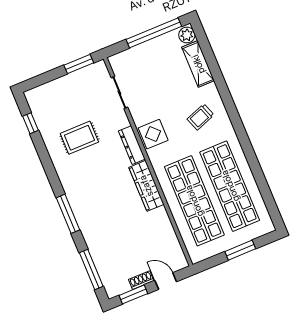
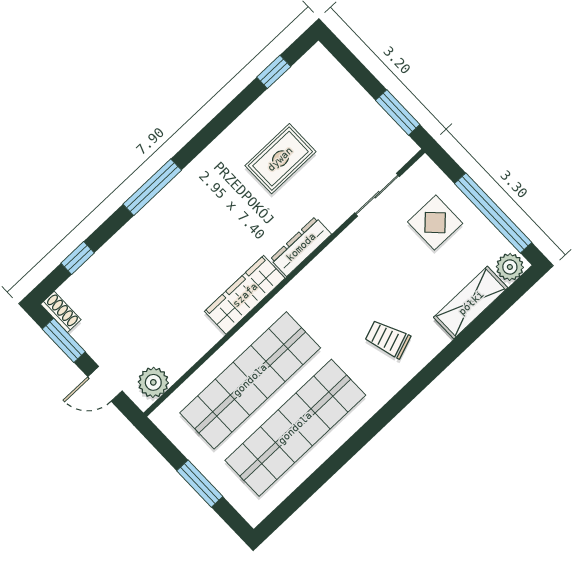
display table: (153, 134) -> (435, 223), moved
rug: (79, 138) -> (280, 159), turned 90
plant: (175, 254) -> (153, 382), added
window: (91, 270) -> (78, 258), width x0.46
shoe rack: (141, 280) -> (61, 312), moved
door: (166, 281) -> (105, 384), swing flipped

